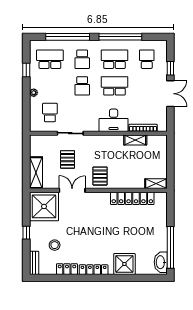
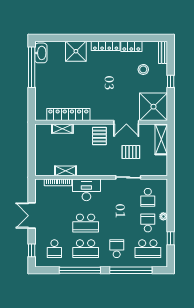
window: (170, 68) -> (32, 250), moved
school desk: (82, 86) -> (148, 223), moved
pallet: (68, 159) -> (131, 152), turned 90
shelving: (156, 184) -> (62, 129), moved

